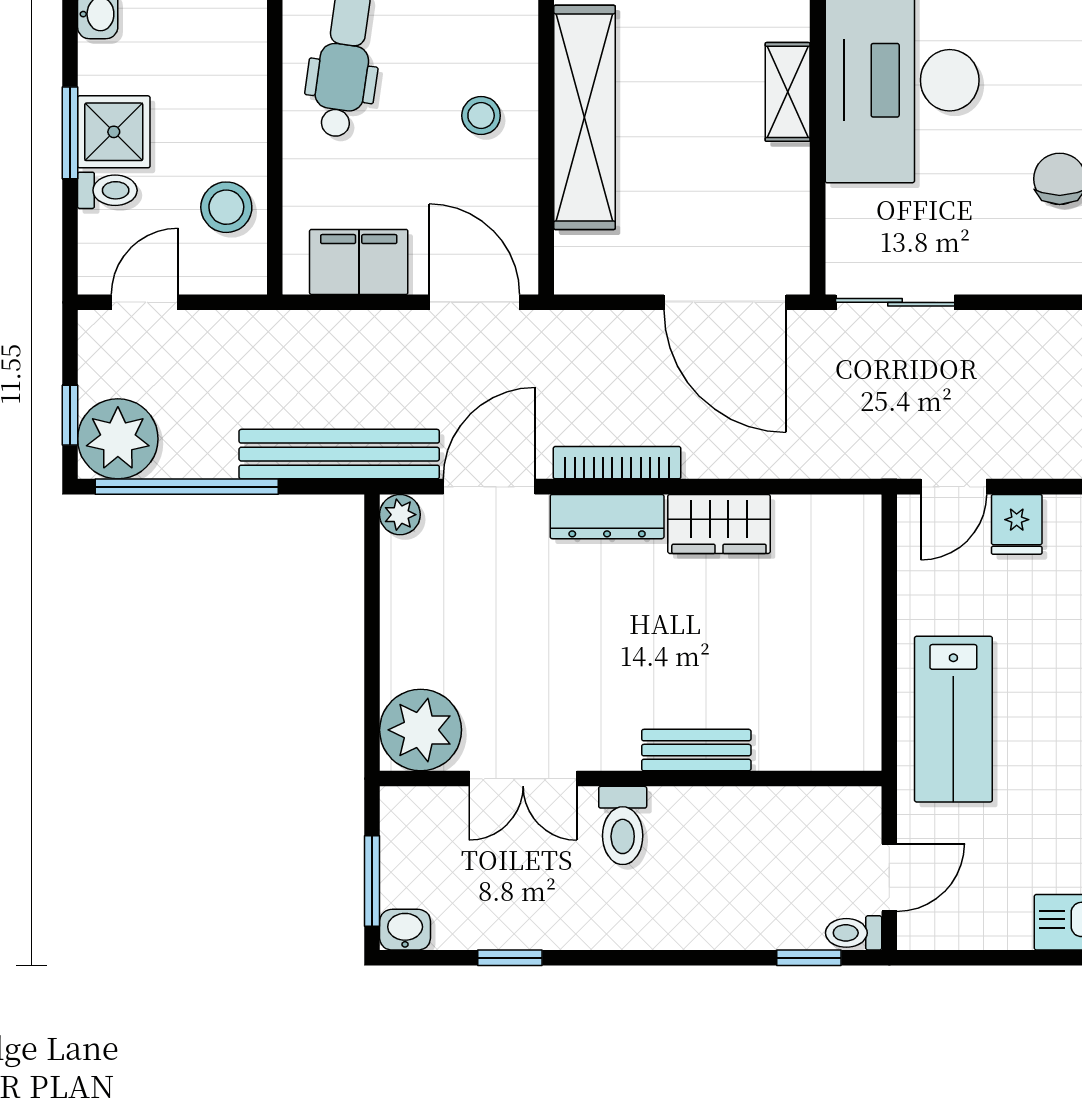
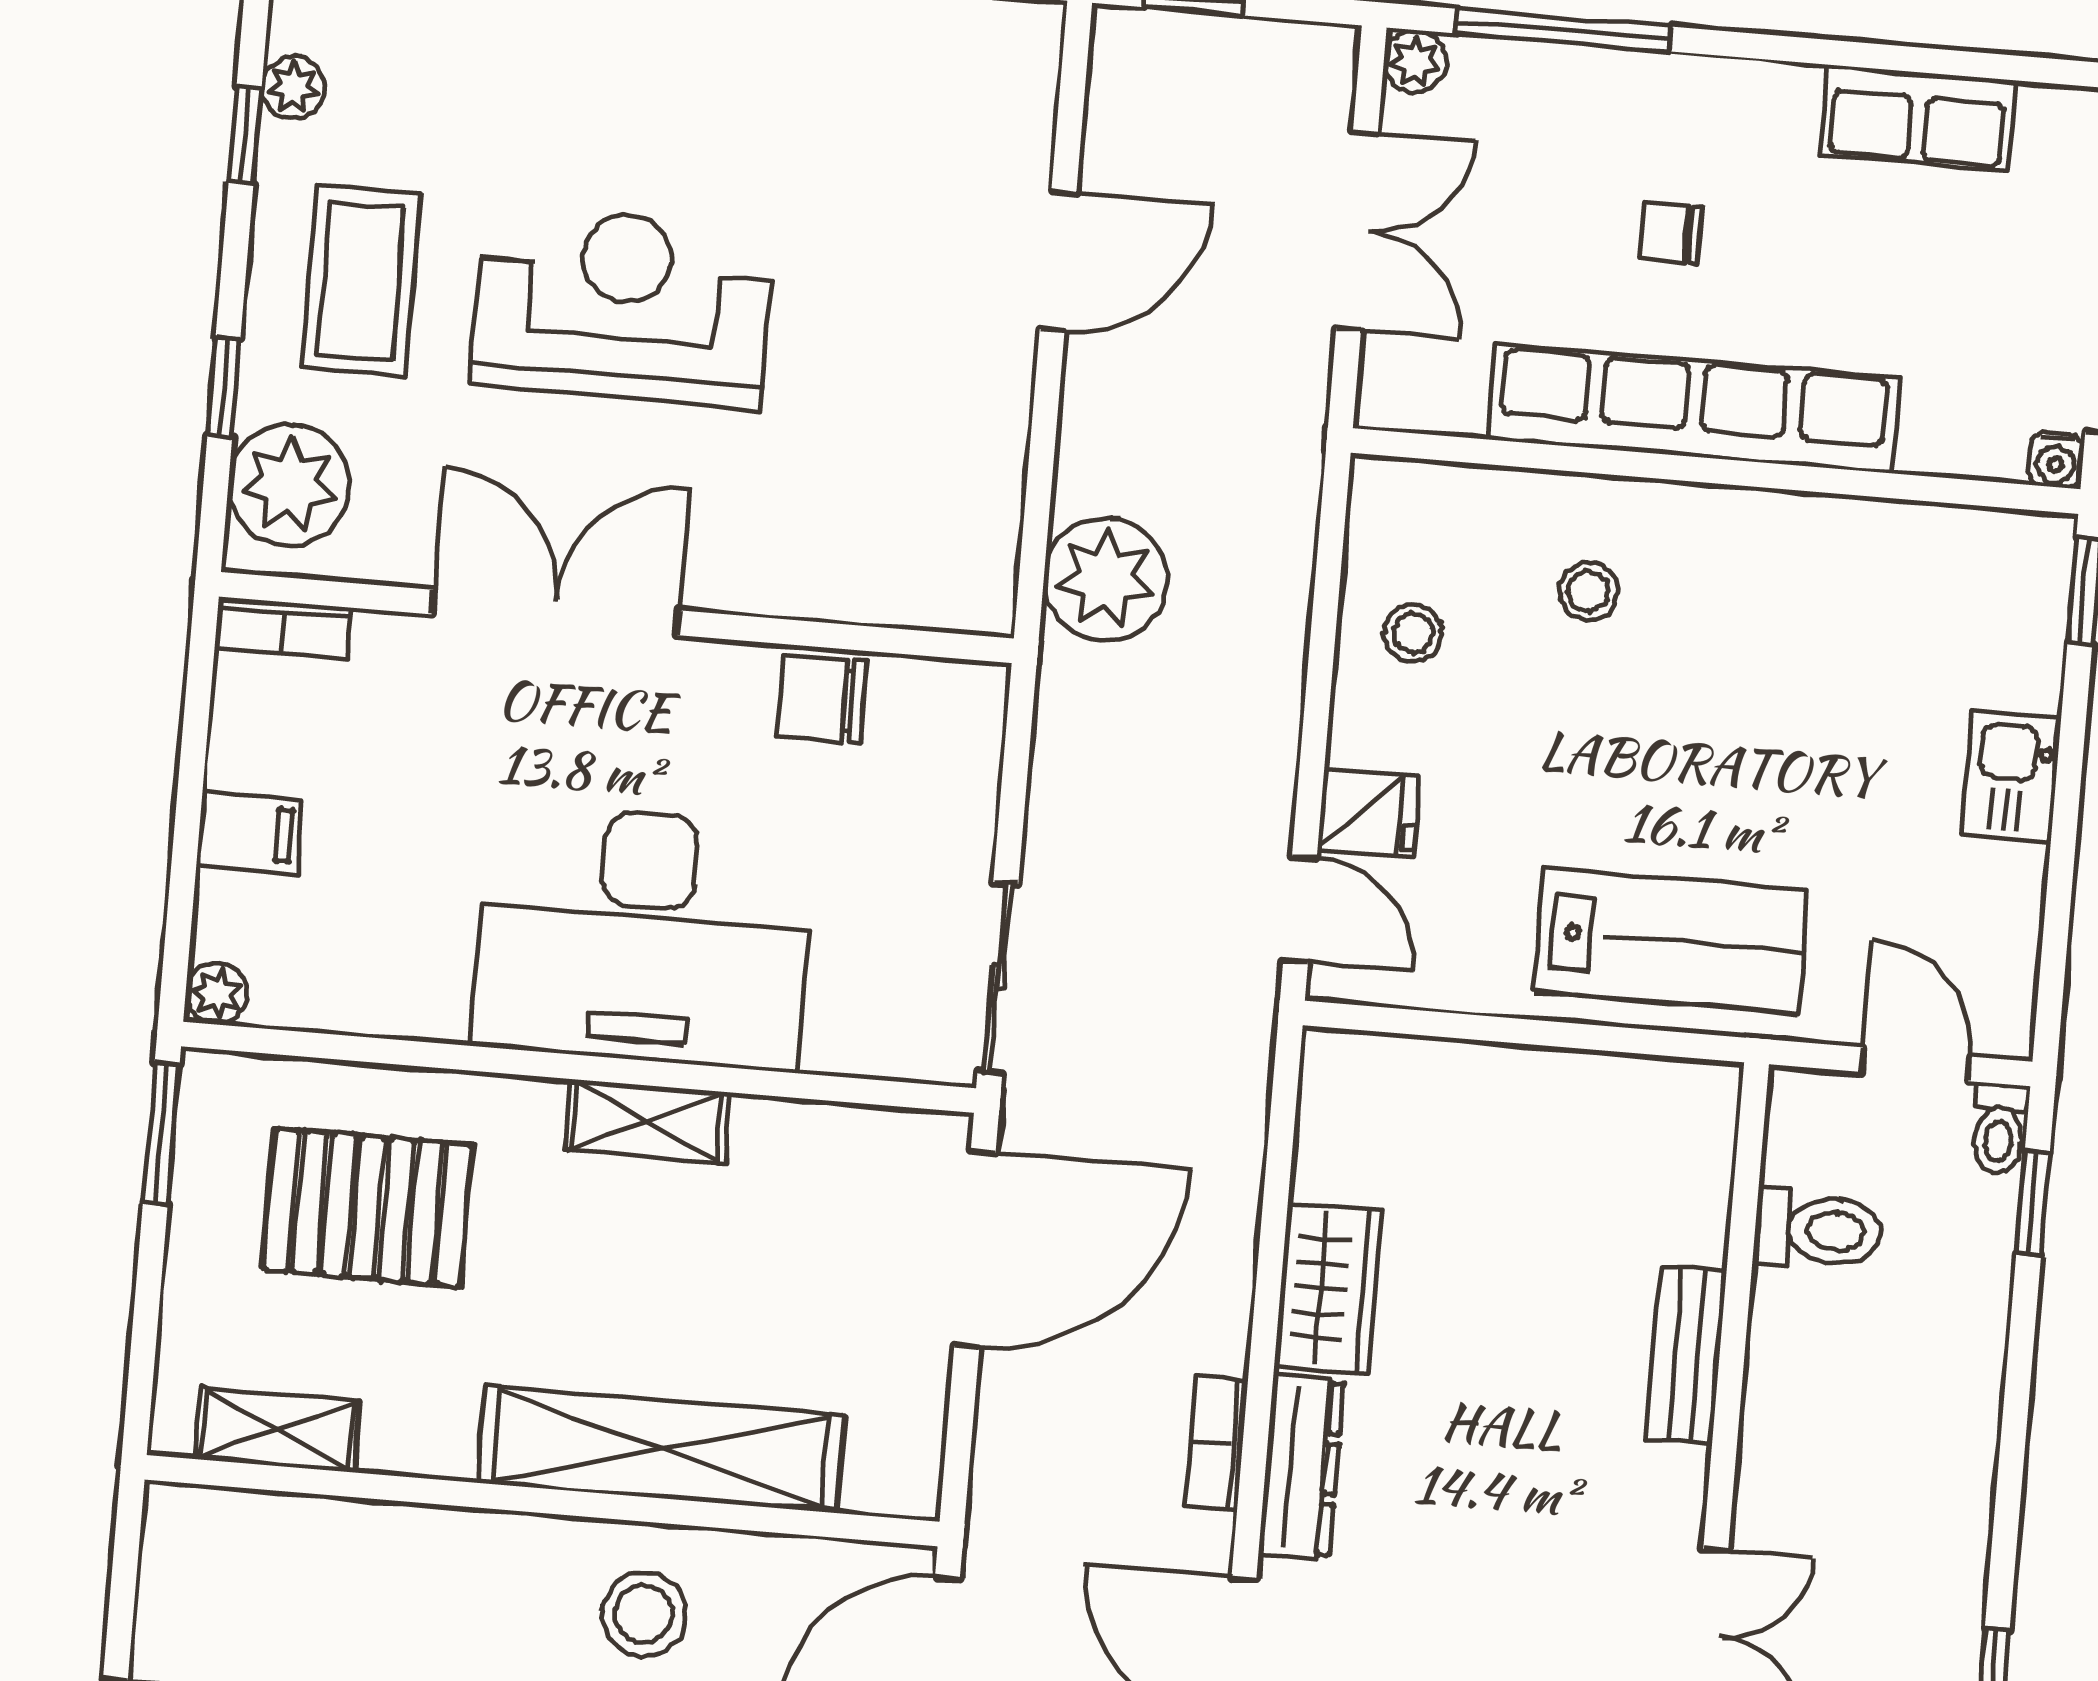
stool: (481, 116) -> (644, 1614), width x1.37, depth x1.37
bookcase: (617, 463) -> (1217, 1443), width x0.64
toilet: (623, 825) -> (1818, 1230), moved

